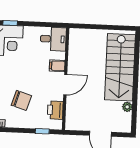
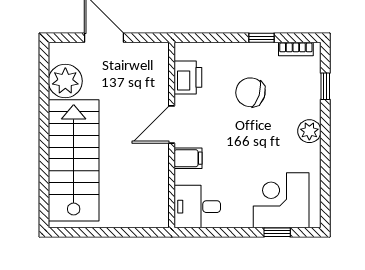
plant: (127, 107) -> (65, 81), width x1.88, depth x1.88
window: (42, 131) -> (262, 38), moved

